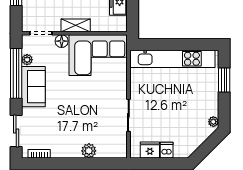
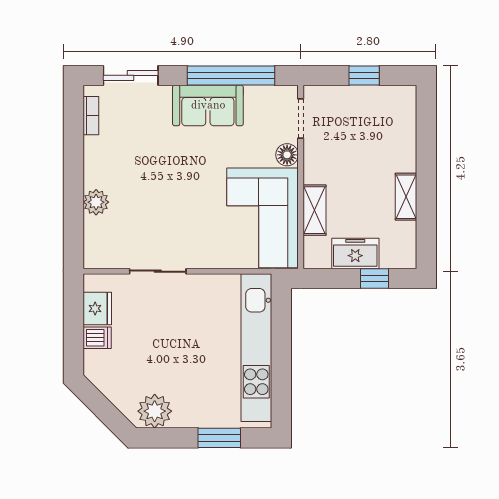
shelving: (76, 25) -> (314, 210), moved
plant: (27, 60) -> (255, 95), removed
plant: (213, 122) -> (155, 411), width x1.88, depth x1.88

